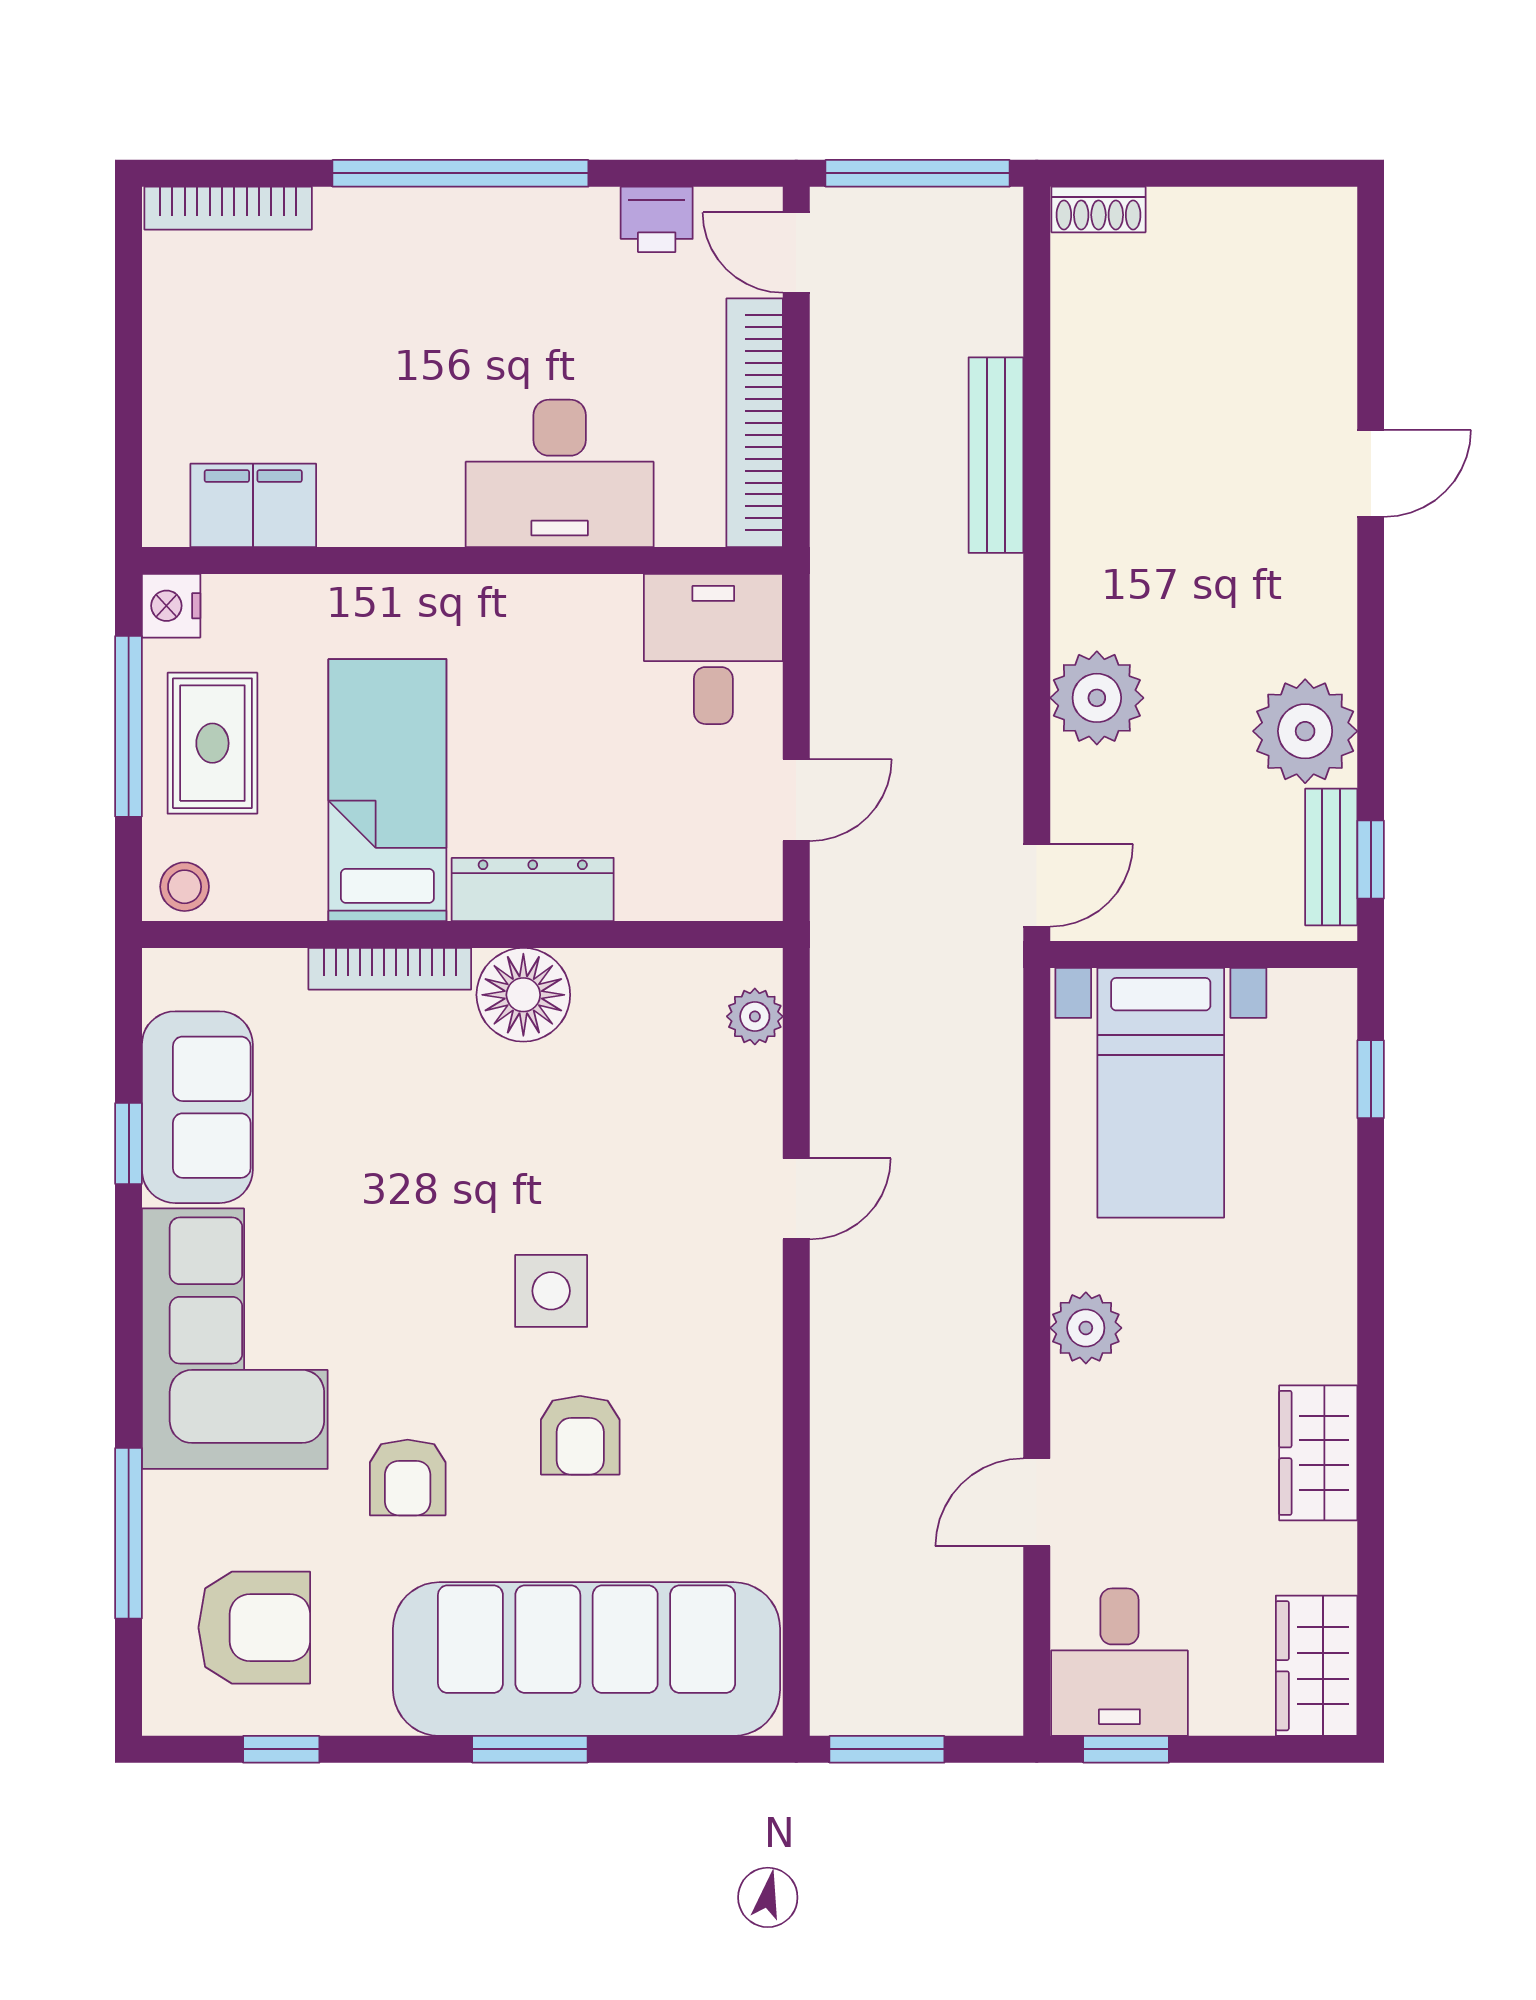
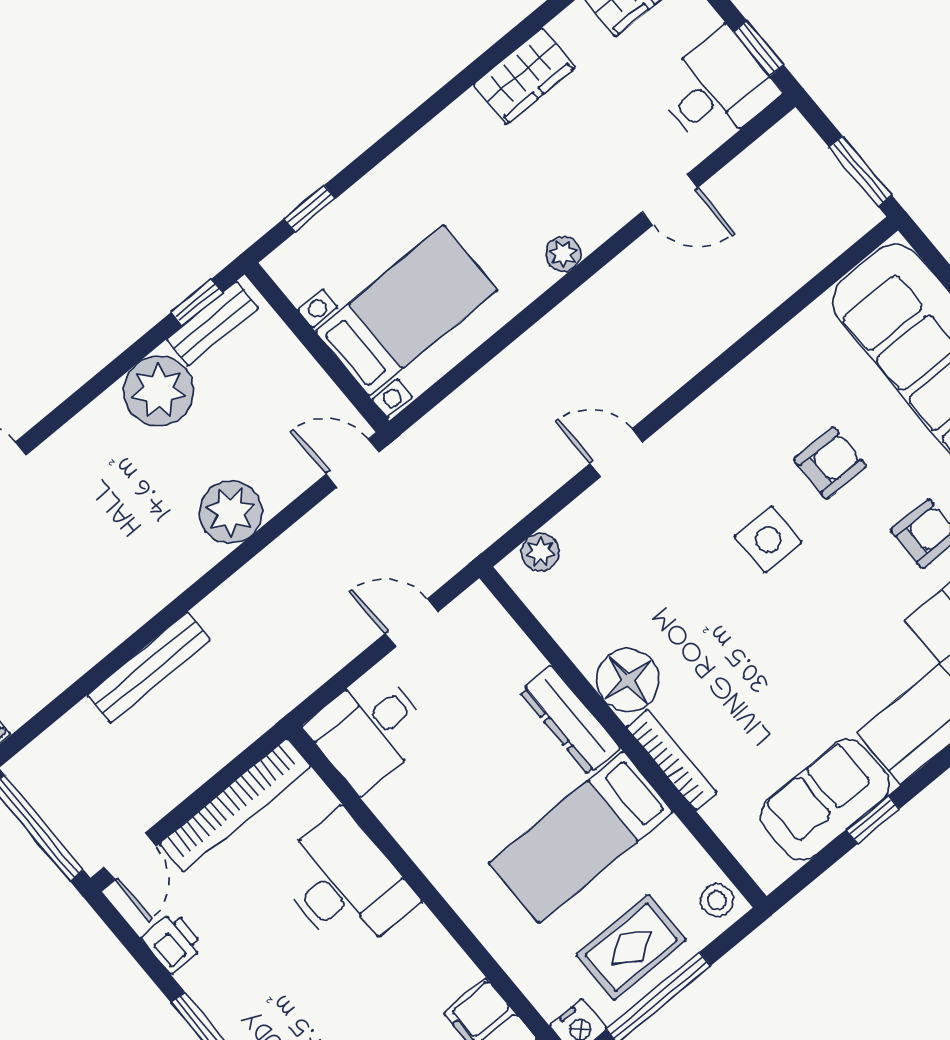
plant: (1086, 1328) -> (563, 254), width x0.73, depth x0.73

